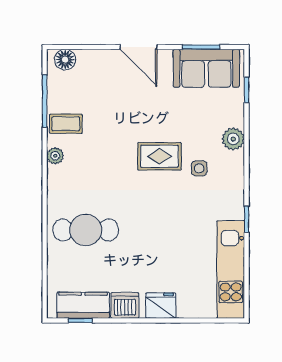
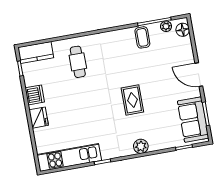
door: (139, 47) -> (199, 75), hinge flipped
plant: (233, 139) -> (141, 146), moved
plant: (55, 156) -> (166, 26), moved
side table: (199, 168) -> (129, 126), removed
cafe table: (86, 230) -> (78, 62), width x0.73, depth x0.74
kitchen counter: (83, 305) -> (36, 53), moved, turned 90

